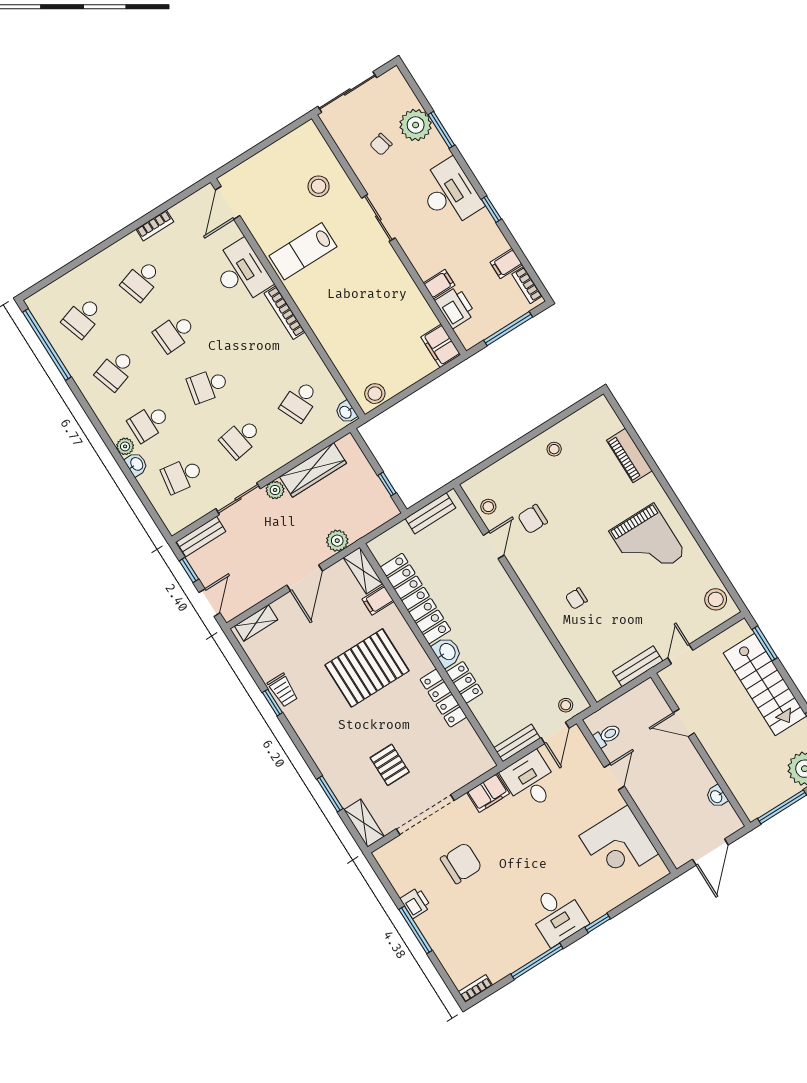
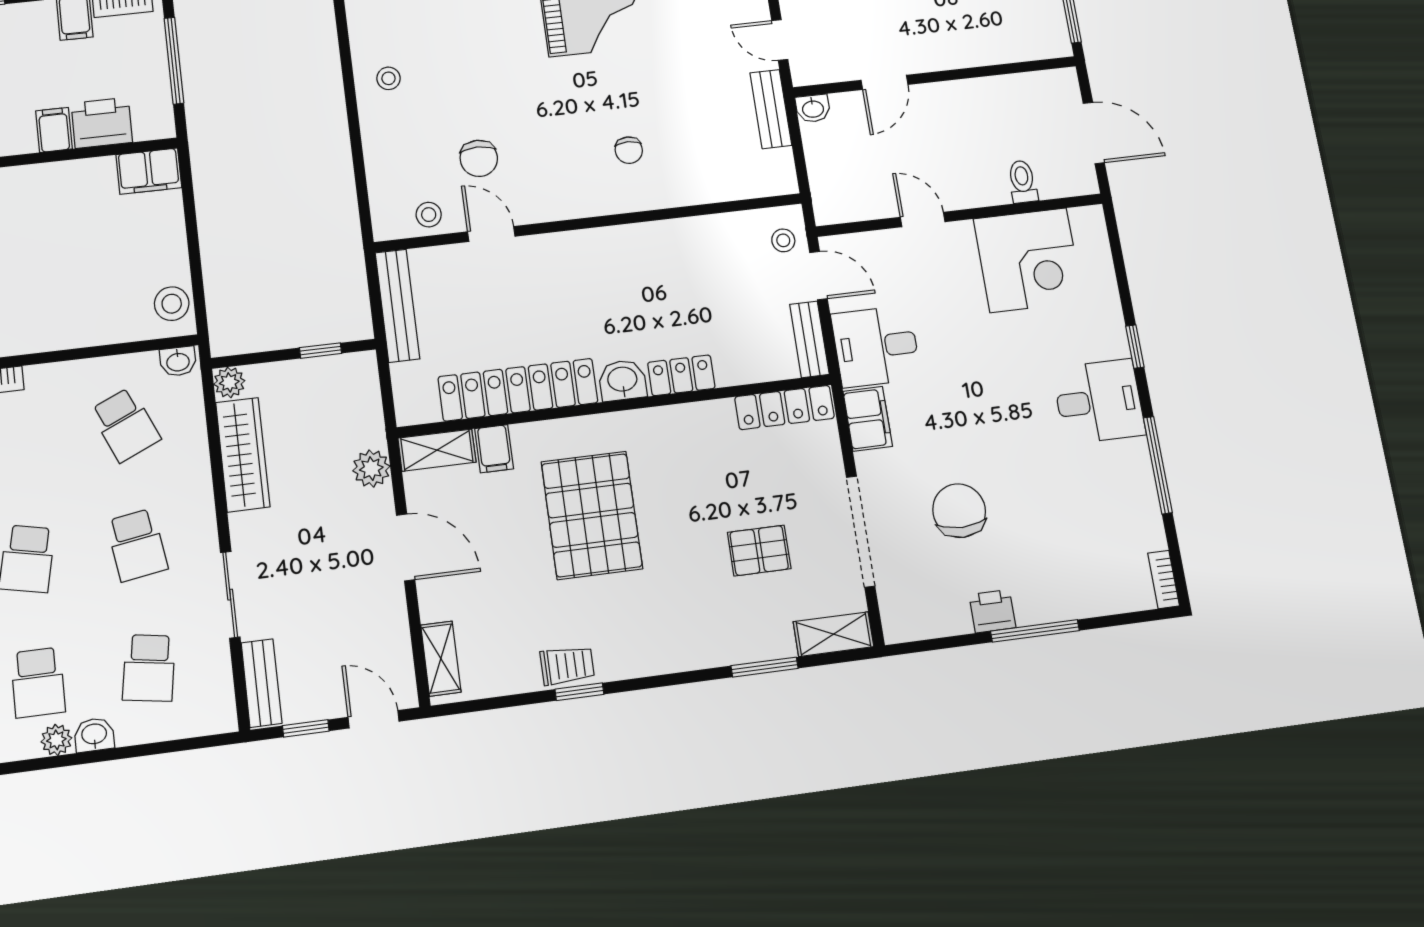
plant: (275, 490) -> (229, 382), moved
bench: (430, 513) -> (397, 306), width x1.36
locker: (443, 698) -> (785, 408), moved
toilet: (607, 735) -> (1022, 182), moved
washbasin: (717, 796) -> (813, 108), moved

